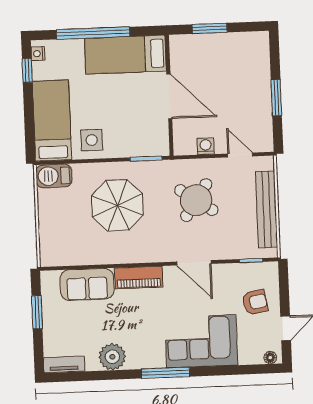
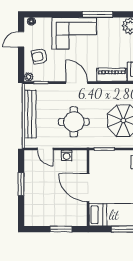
round table: (196, 200) -> (74, 122), turned -34
plant: (271, 269) -> (29, 77), added

